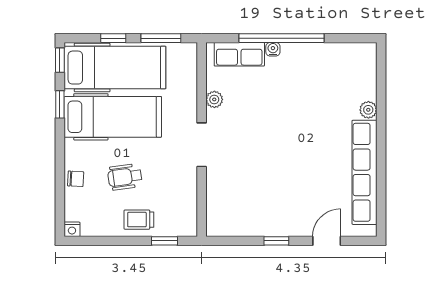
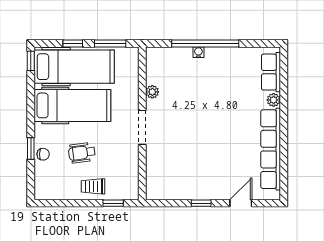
row of seats: (239, 54) -> (271, 72), moved, turned 90
window: (60, 104) -> (31, 148), moved
nightstand: (72, 229) -> (40, 194), removed

